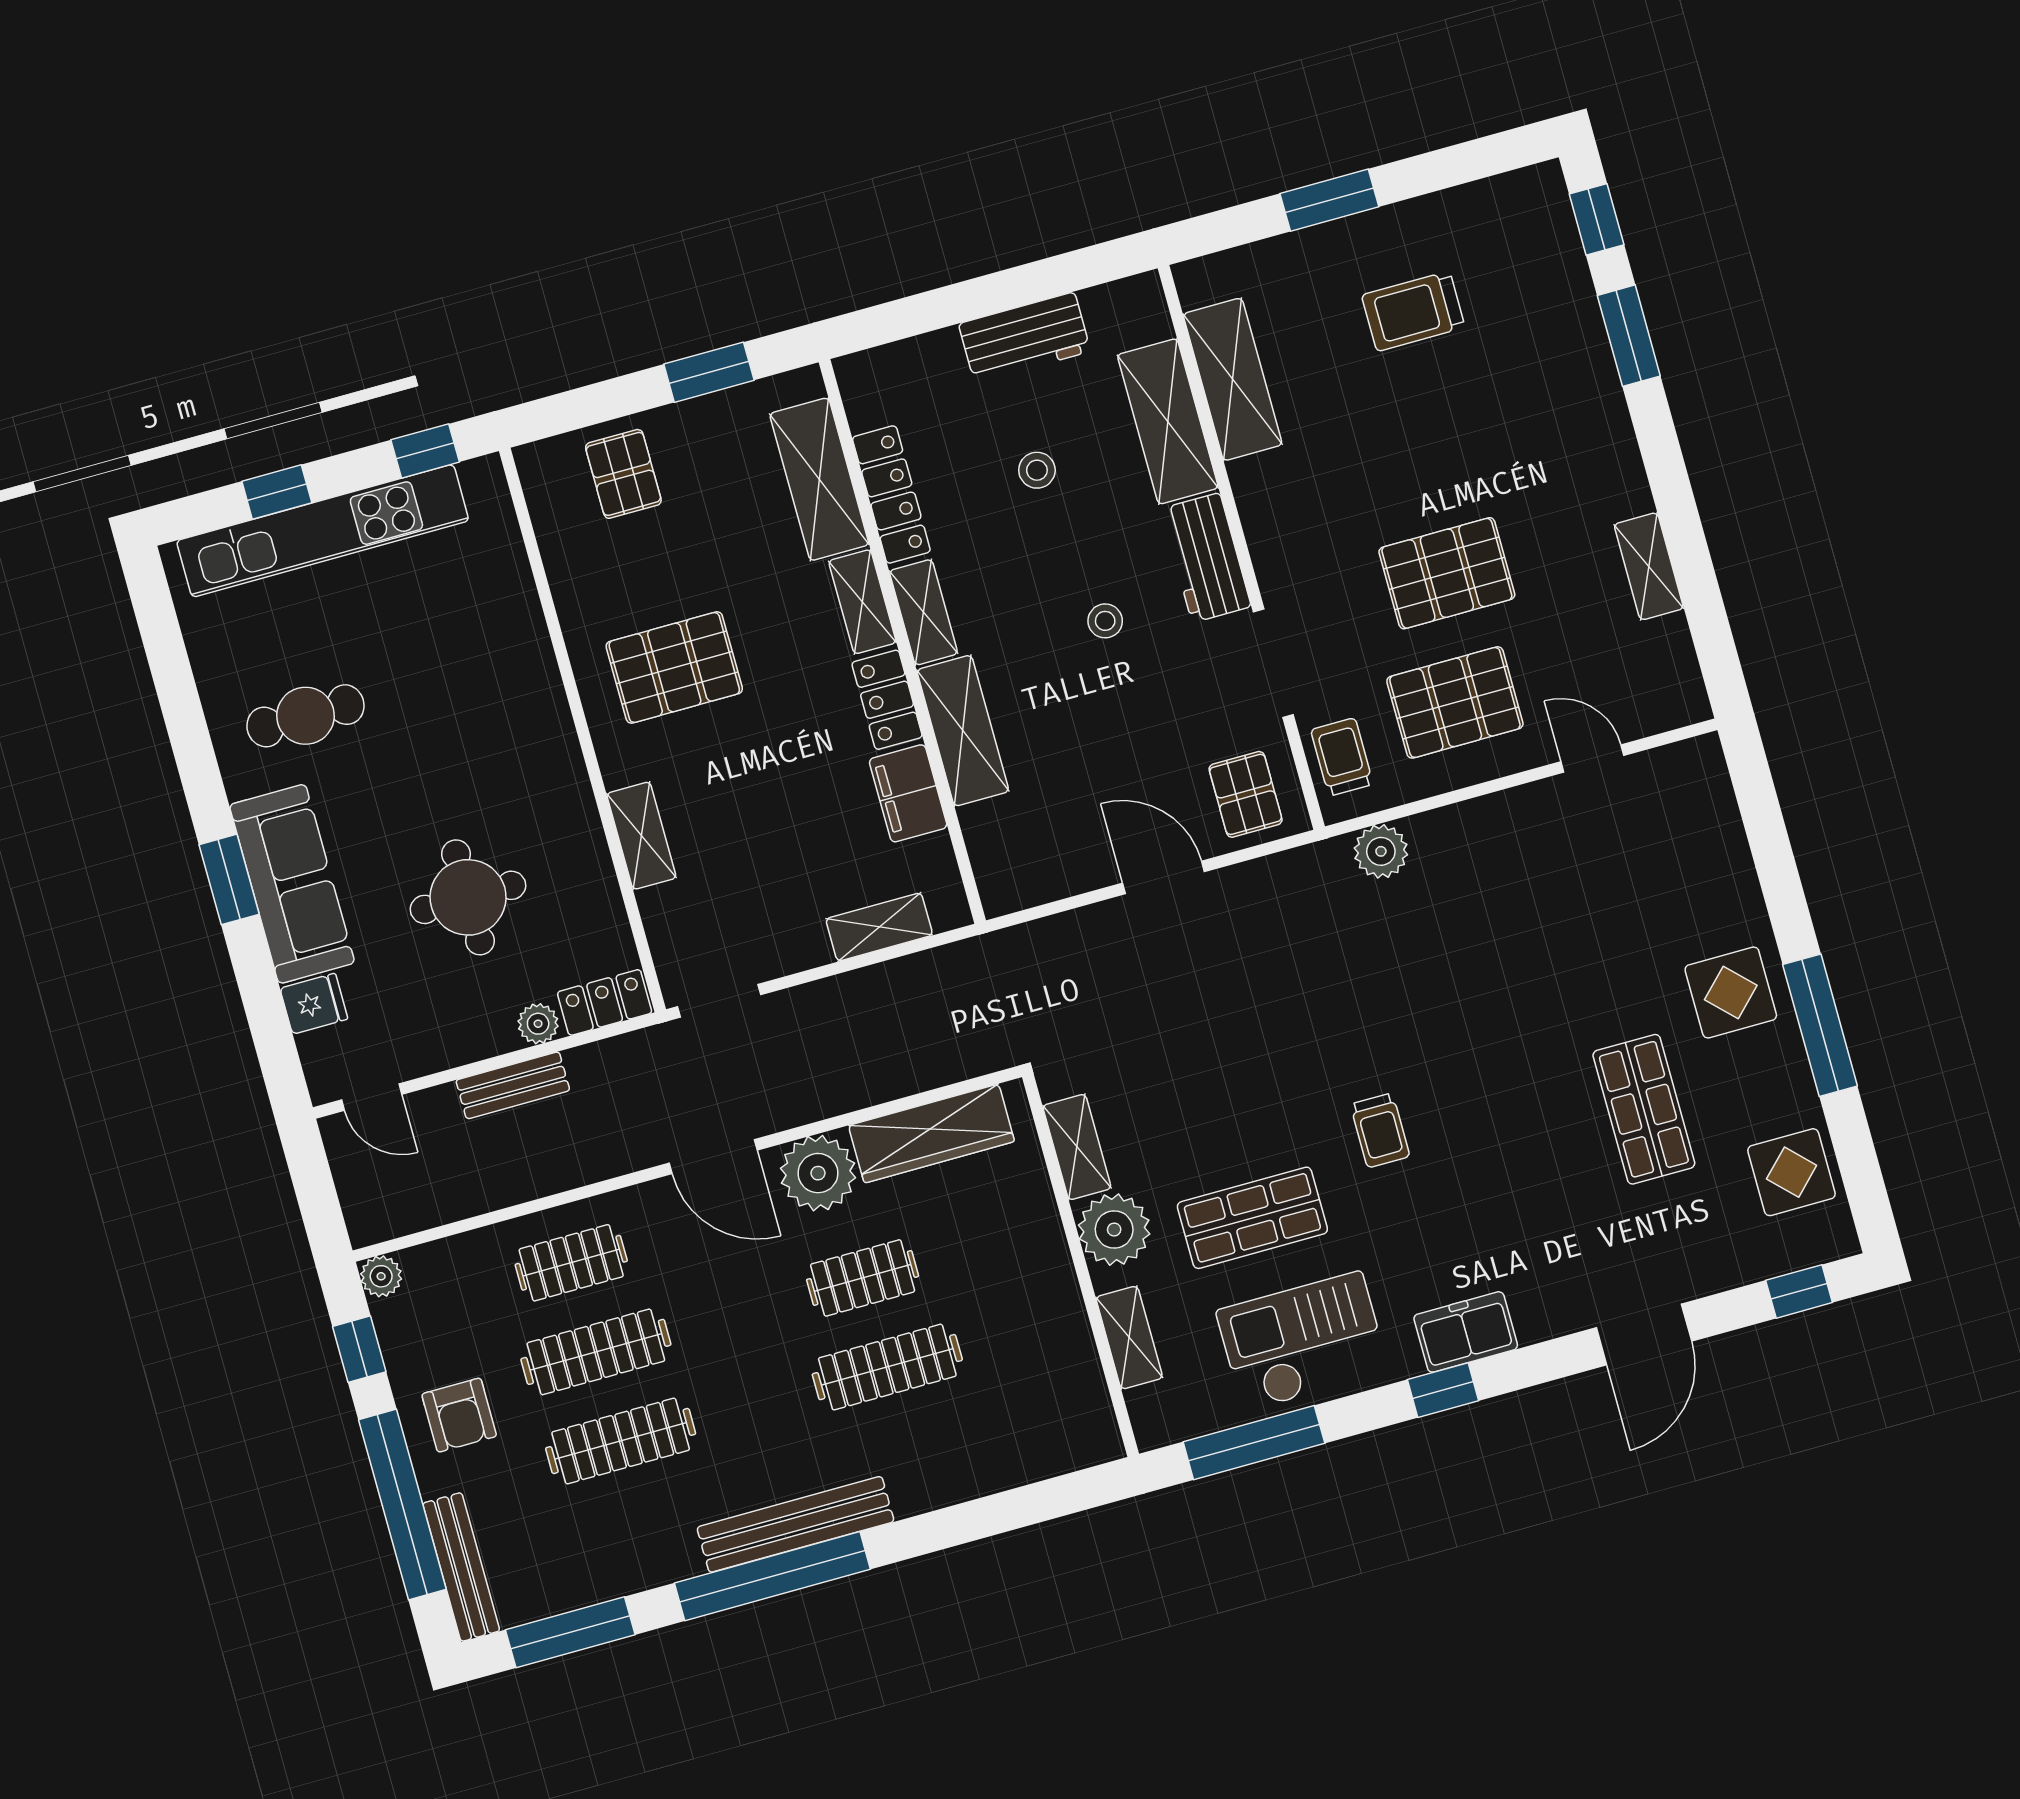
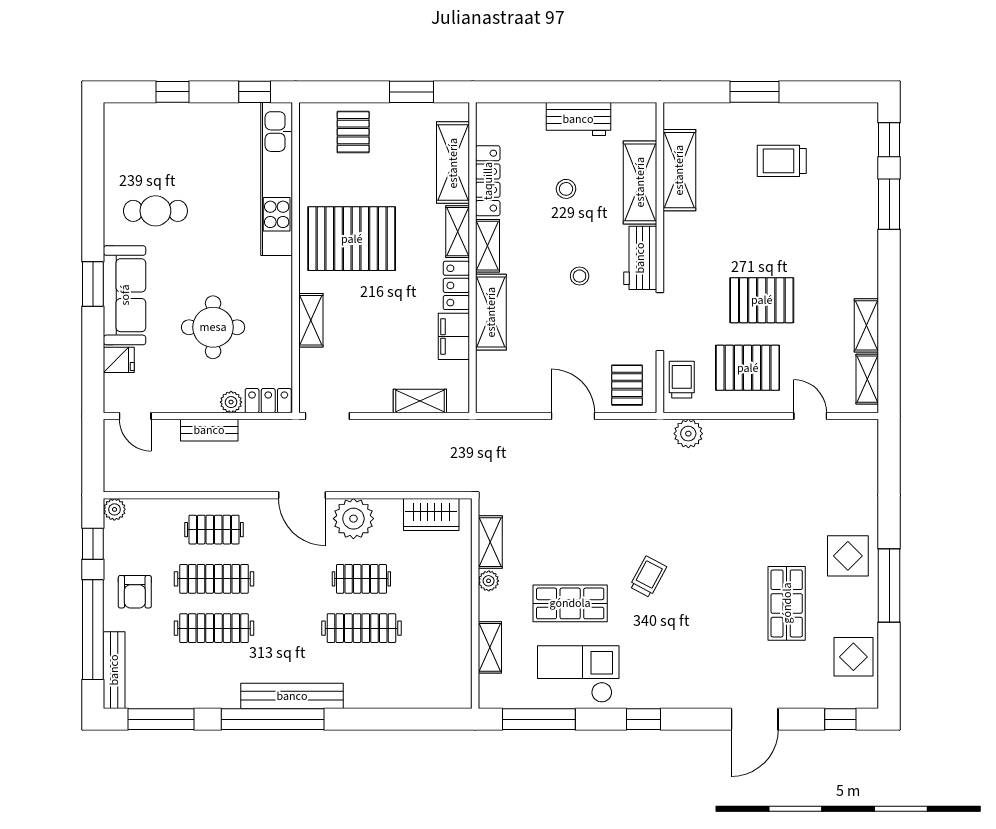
kitchen unit: (323, 531) -> (277, 179), moved, turned 90
shelving: (1677, 663) -> (867, 379), added
pallet: (674, 667) -> (352, 239), width x1.37, depth x1.41
trolley: (1380, 1130) -> (648, 577), turned -152
wardrobe: (931, 1133) -> (431, 514), width x0.67
plant: (1114, 1230) -> (489, 581), width x0.53, depth x0.53
freezer: (1466, 1332) -> (663, 692), removed

